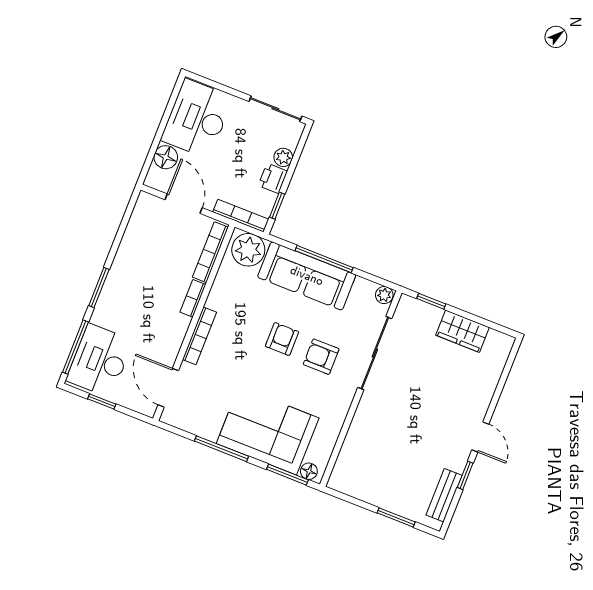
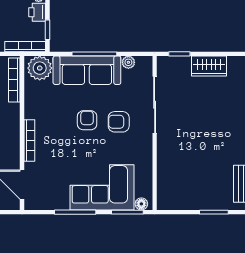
plant: (384, 295) -> (128, 62), moved
bookcase: (193, 298) -> (15, 116), removed

